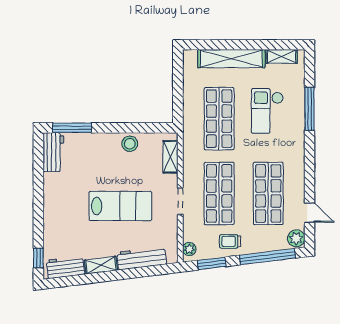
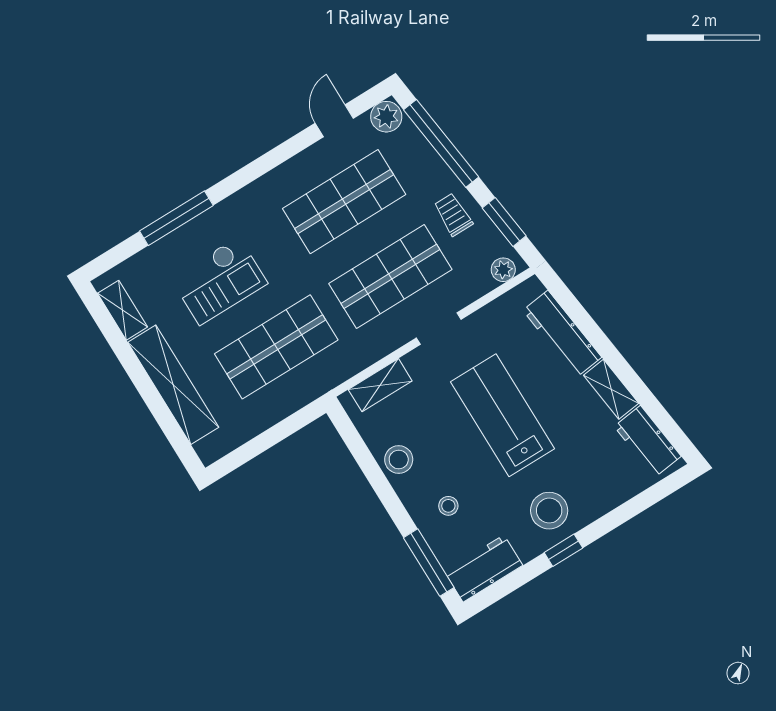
stool: (93, 154) -> (448, 506), added
stool: (61, 200) -> (549, 511), added
trolley: (230, 241) -> (453, 215), turned 180
window: (38, 258) -> (563, 550), moved

